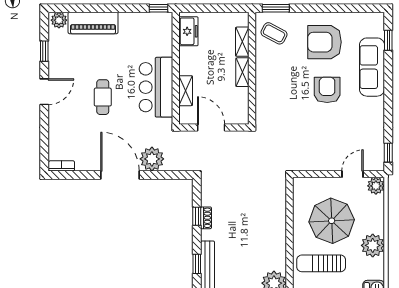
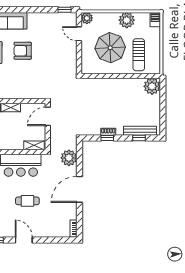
shelving: (186, 91) -> (34, 145), moved
door: (211, 127) -> (48, 116), moved
plant: (152, 159) -> (69, 158), moved

